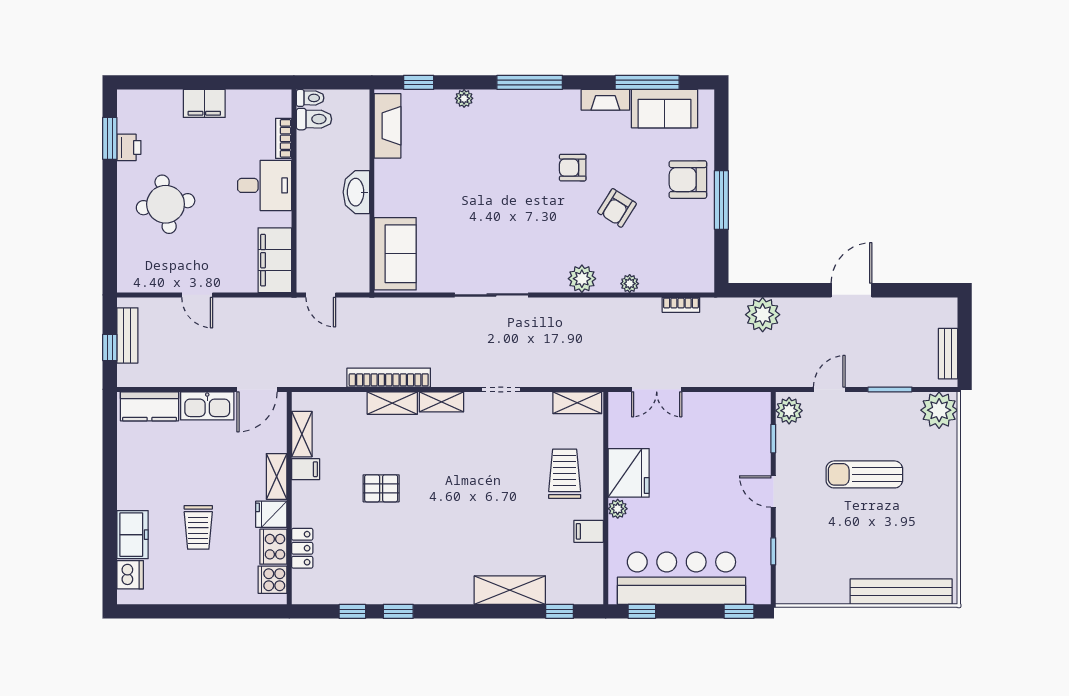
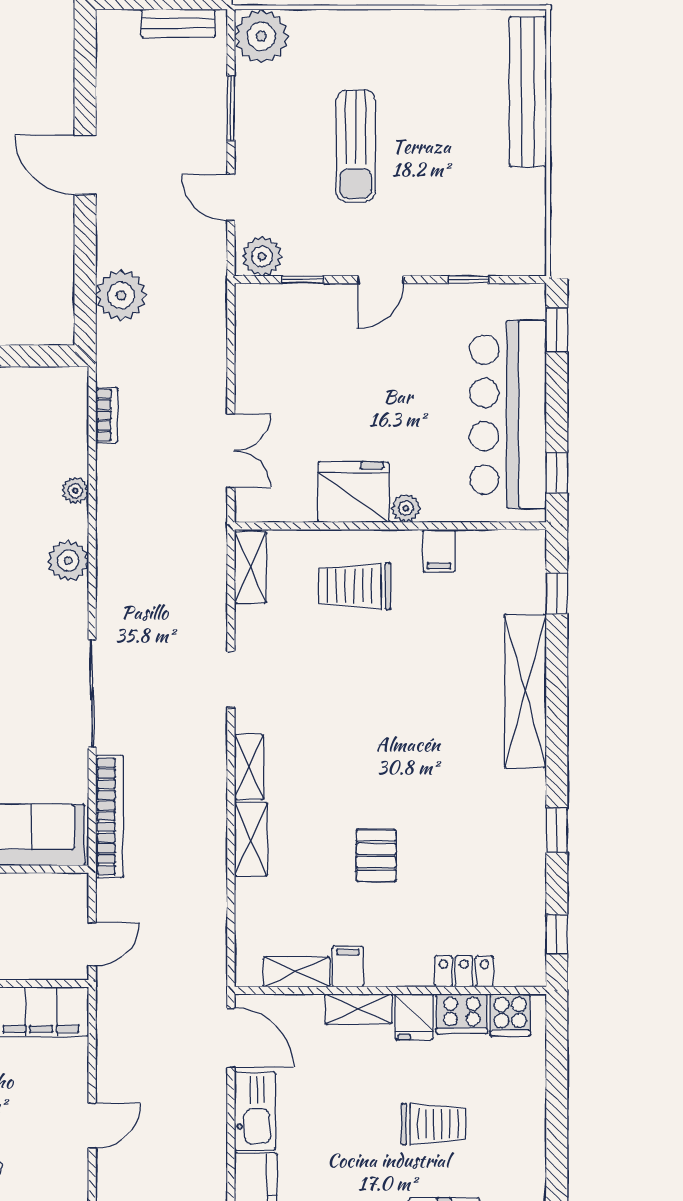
bookcase: (389, 378) -> (109, 816), moved, turned 180
shelving: (510, 590) -> (525, 691), width x1.47
window: (352, 611) -> (557, 934), moved

